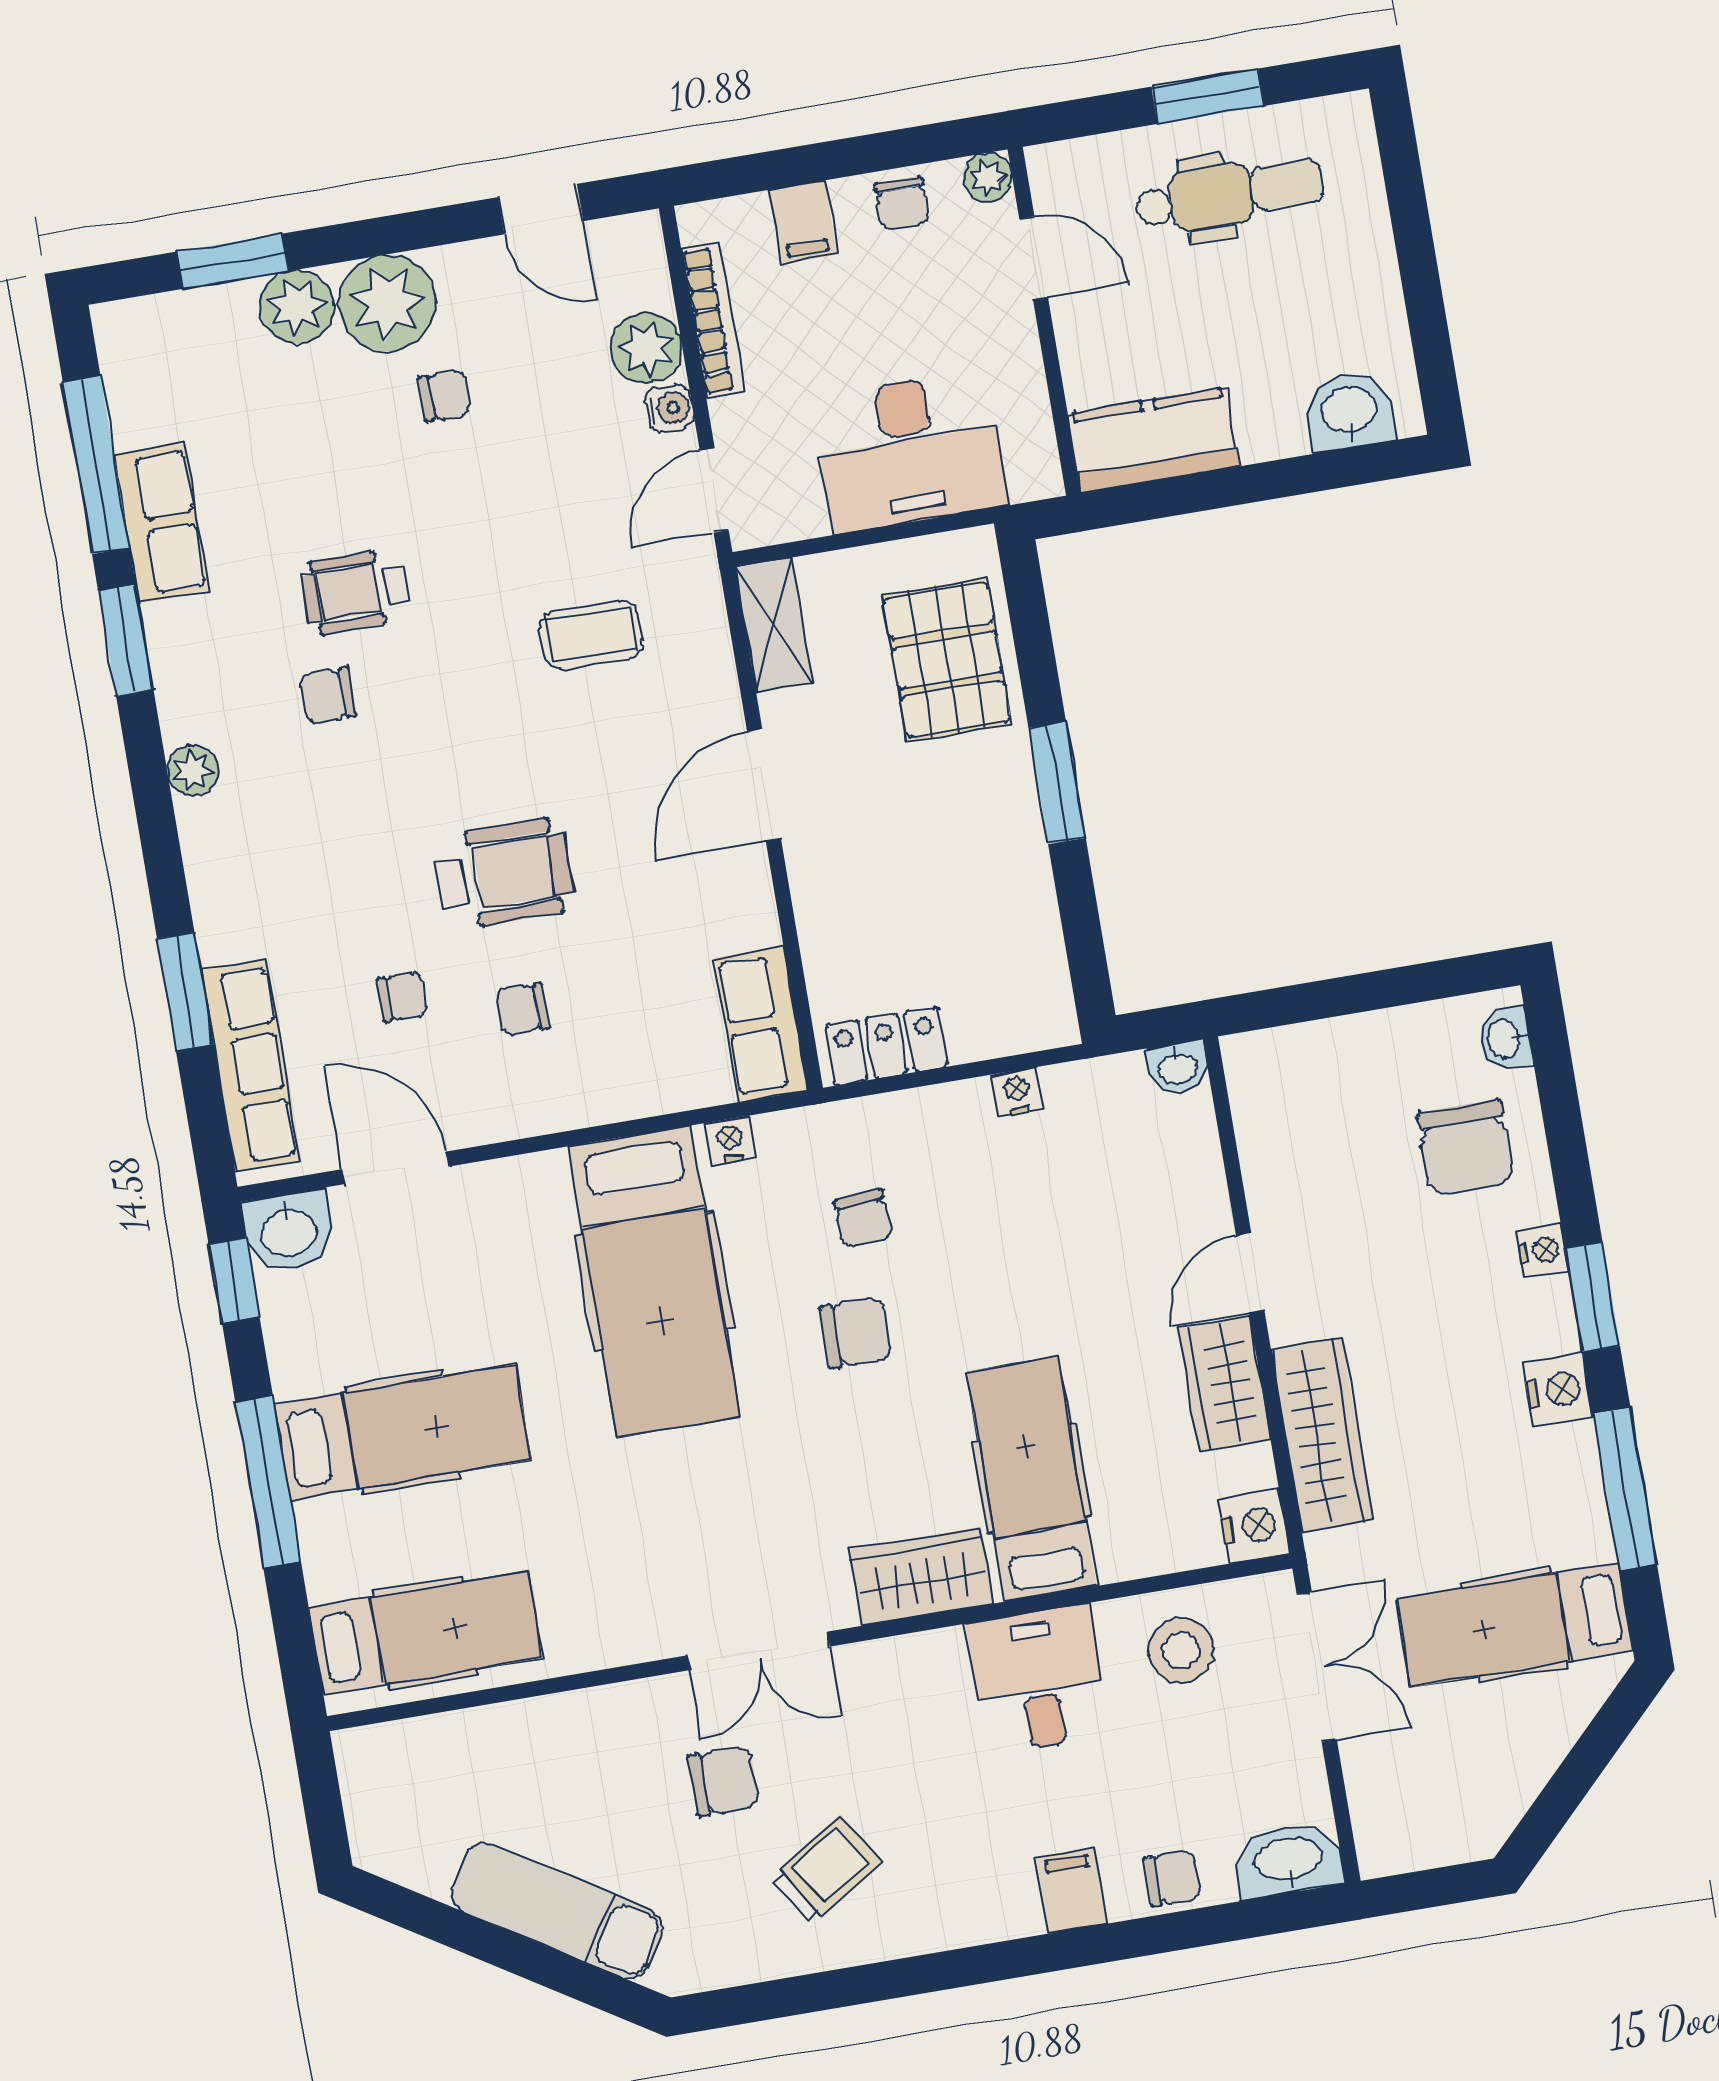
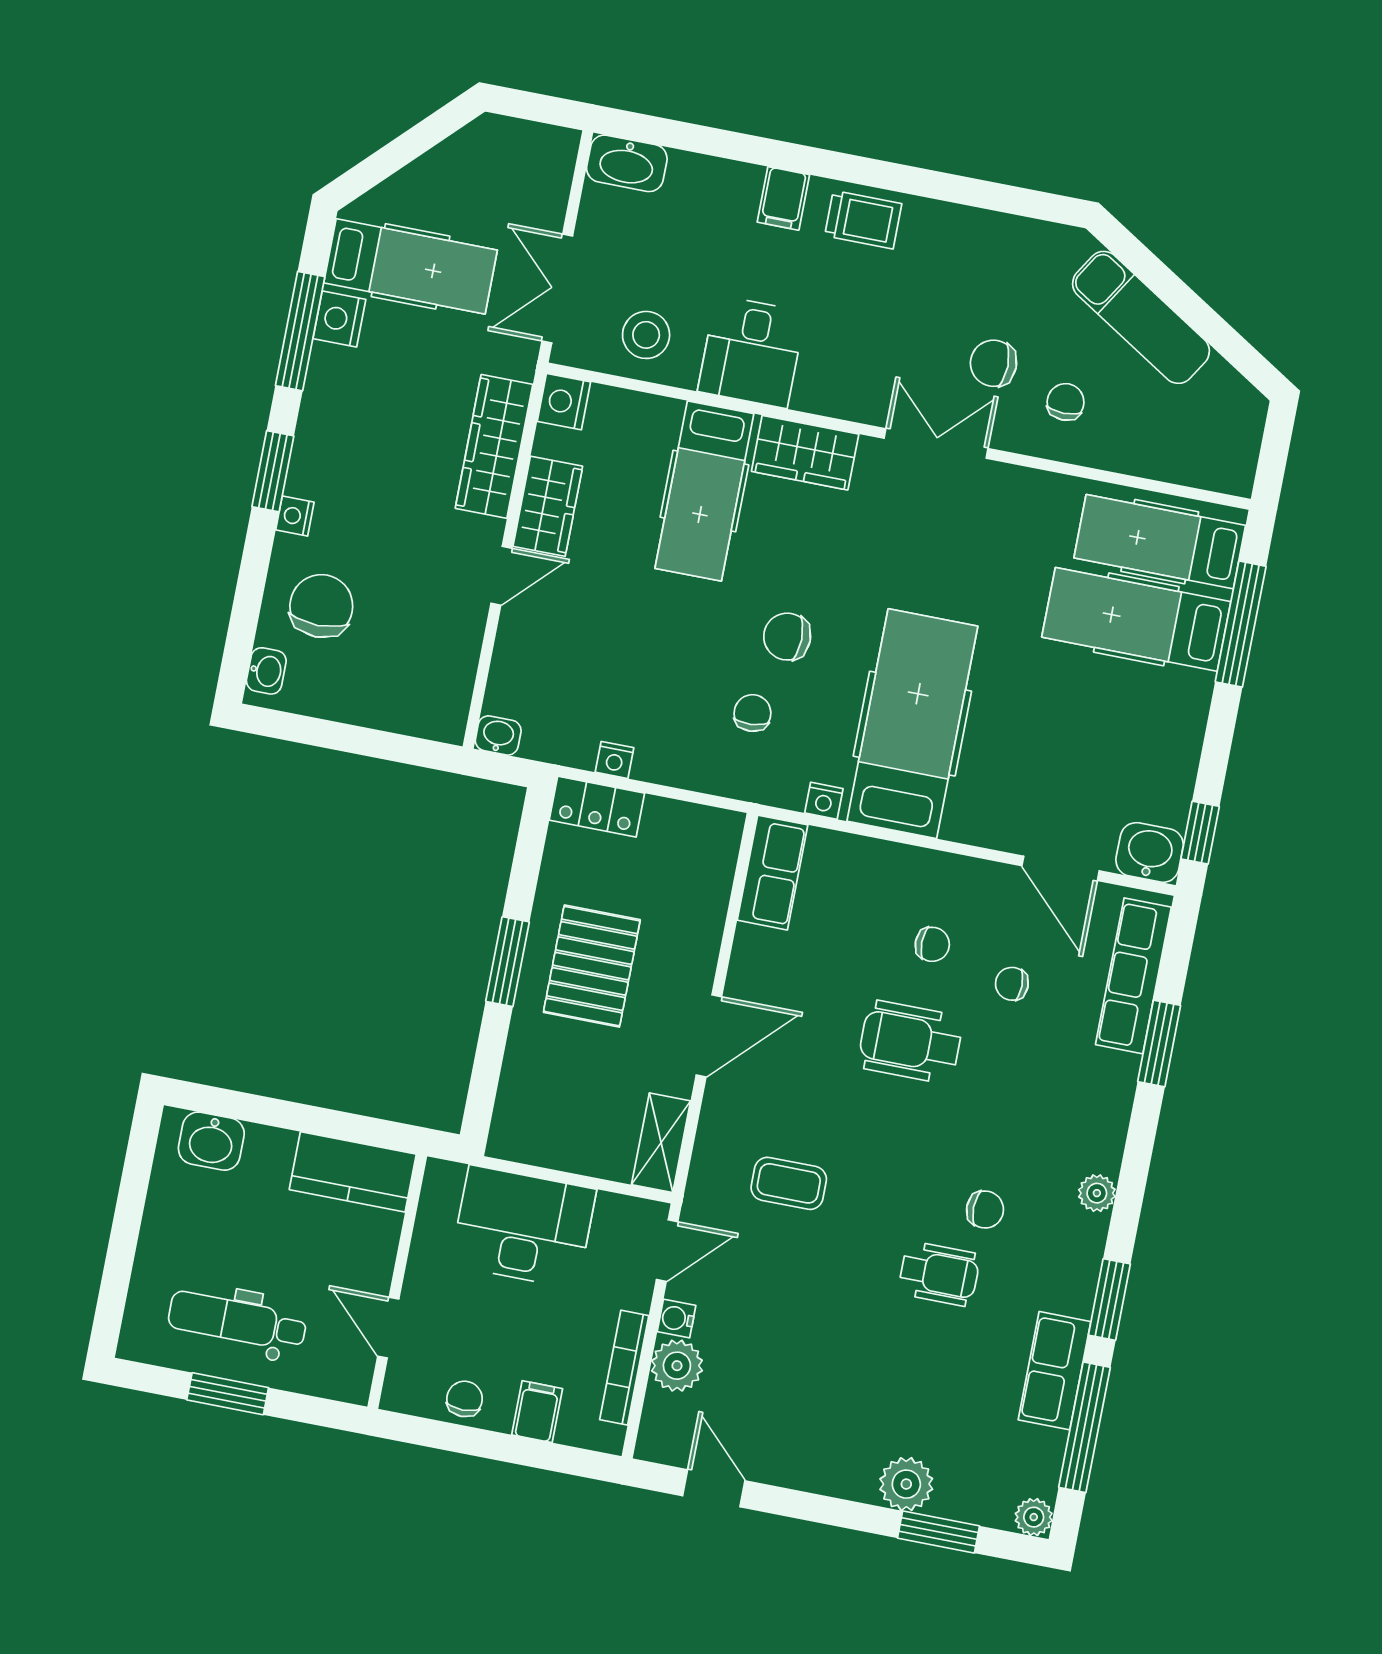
plant: (988, 177) -> (399, 1395), removed
plant: (387, 303) -> (1034, 1517), moved, width x0.53, depth x0.53
chair: (445, 396) -> (828, 1385), removed
pallet: (947, 660) -> (592, 966), moved
locker: (886, 1046) -> (597, 807), moved
nightstand: (1558, 1390) -> (339, 319), moved
hospital bed: (403, 1432) -> (1136, 619), moved
window: (268, 1482) -> (1241, 624), moved
trolley: (826, 1869) -> (863, 220), moved, turned -148
chair: (1172, 1878) -> (1066, 402), moved, turned 90

